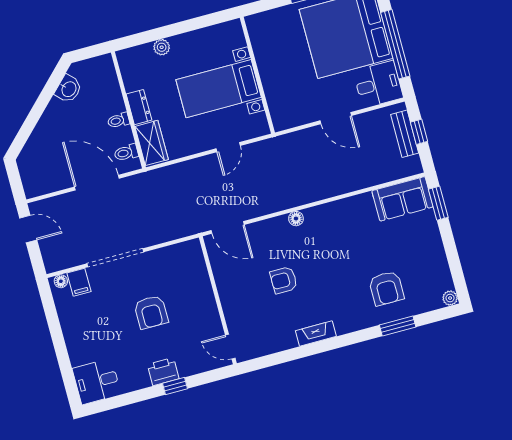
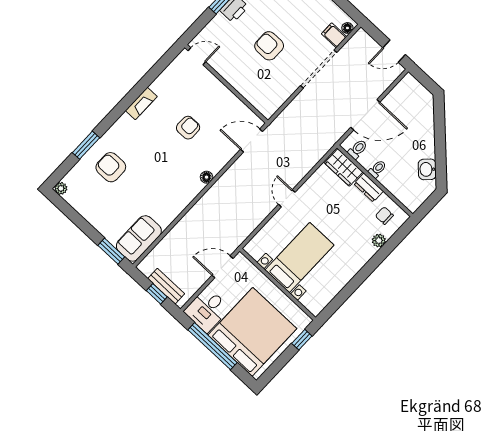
chair: (141, 69) -> (384, 216), added
wall: (257, 75) -> (278, 284), moved
bed with nightstands: (219, 89) -> (300, 258), moved

